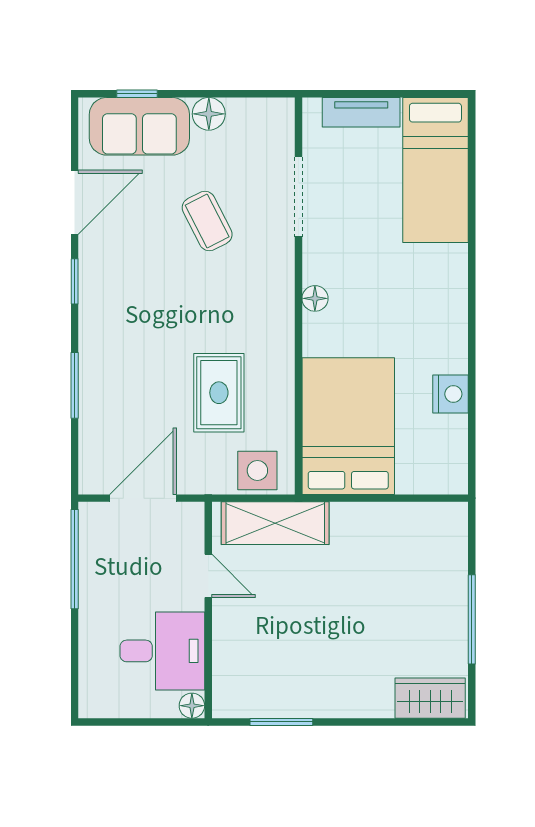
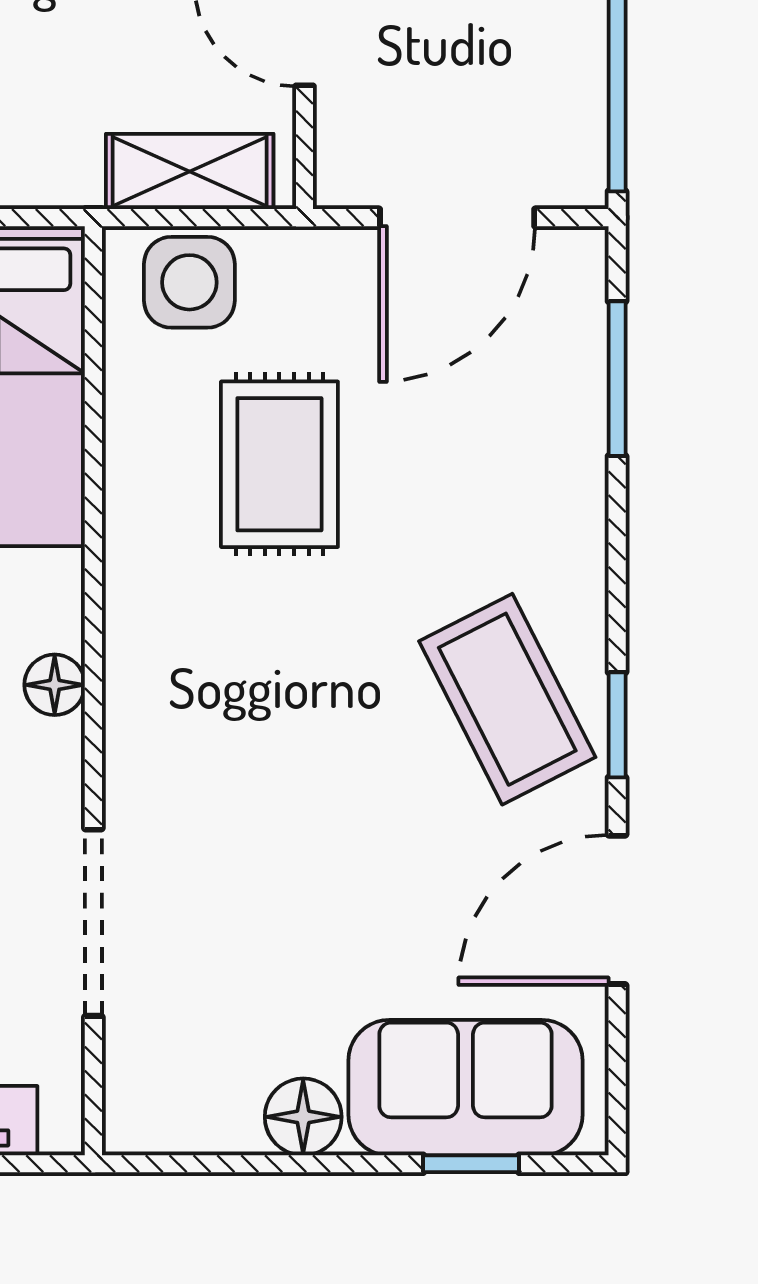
coffee table: (207, 221) -> (507, 699), moved, width x1.36, depth x1.30
window: (75, 385) -> (617, 379), moved
shelving: (275, 523) -> (190, 171), width x0.67, depth x0.75

